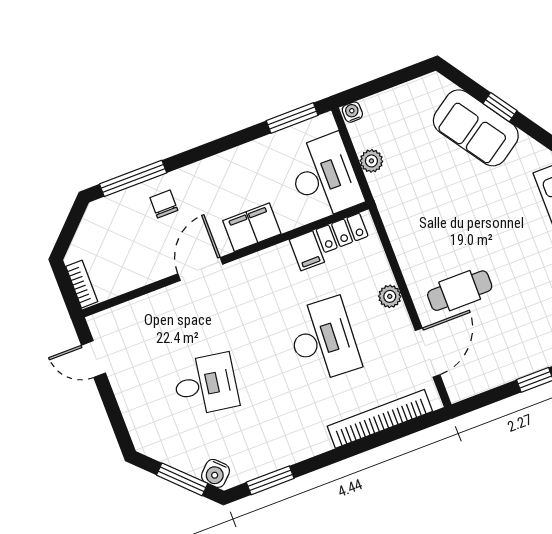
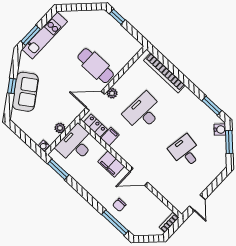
cafe table: (460, 291) -> (96, 66), width x1.37, depth x1.35
door: (428, 353) -> (95, 101), moved

